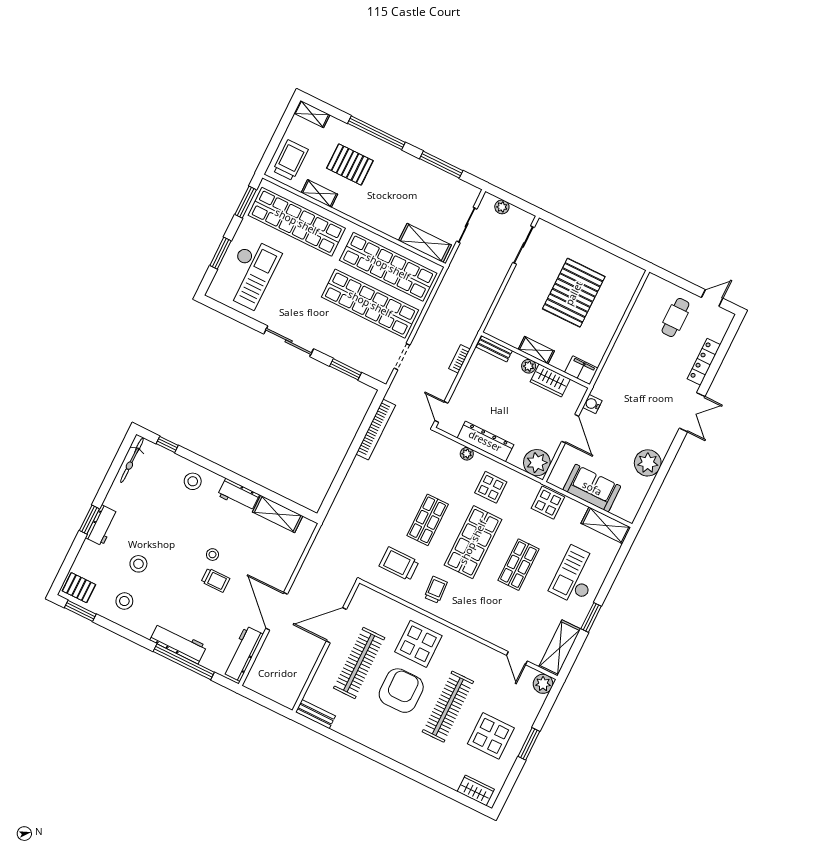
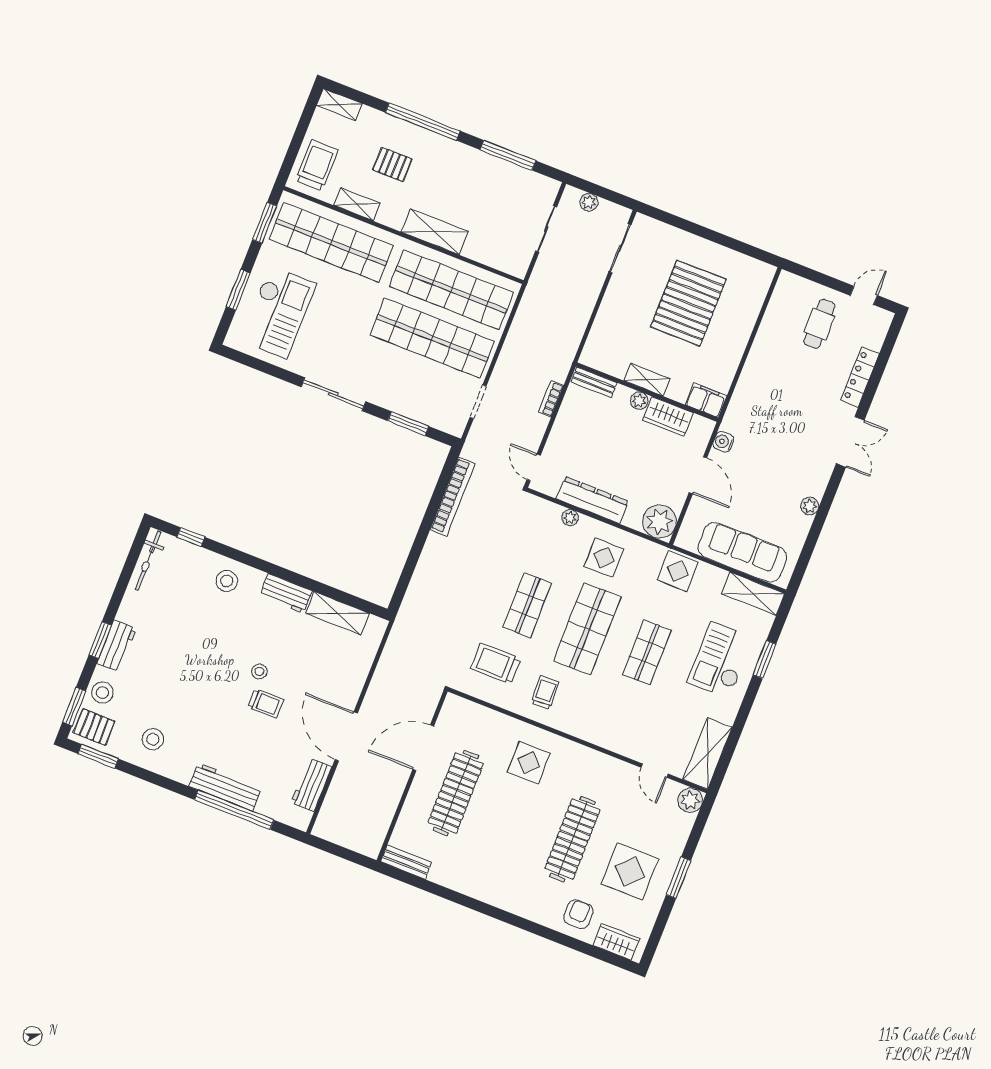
pallet: (350, 164) -> (392, 164), width x0.67, depth x0.71
shelving: (425, 243) -> (435, 232), moved
plant: (648, 463) -> (810, 506), width x0.53, depth x0.53
sofa: (592, 488) -> (742, 552), width x1.36
stool: (138, 564) -> (102, 693), moved
window: (64, 570) -> (74, 707), added
window: (591, 617) -> (765, 659), moved
display table: (418, 644) -> (529, 763), width x0.73, depth x0.73
workbench: (243, 654) -> (311, 785), width x0.73
armchair: (401, 691) -> (578, 914), moved, width x0.53, depth x0.53

